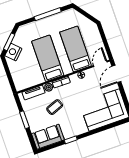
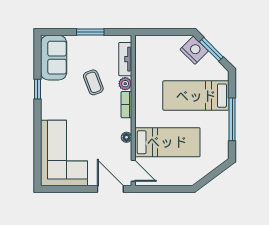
bed: (48, 58) -> (196, 96), moved, turned 180

